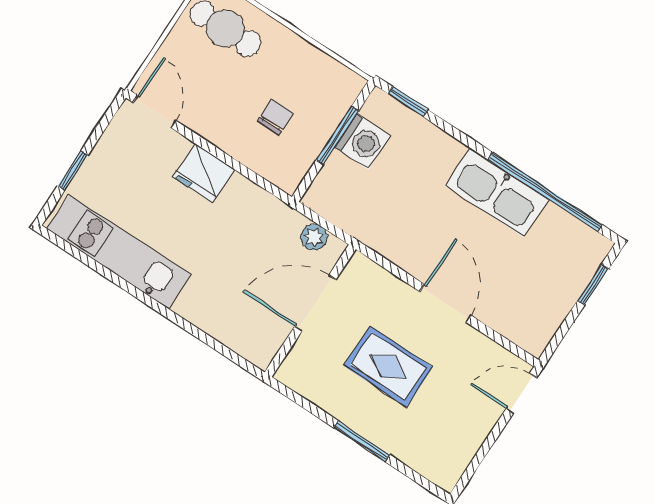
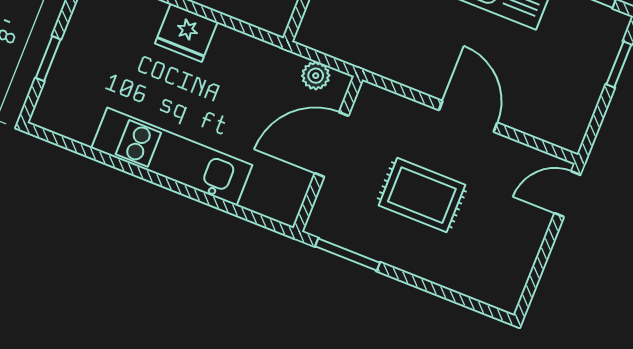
kitchen unit: (119, 252) -> (172, 157), moved
window: (362, 441) -> (347, 254), moved

